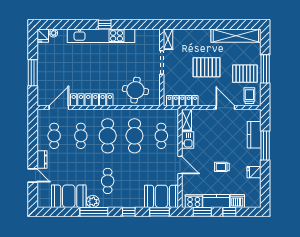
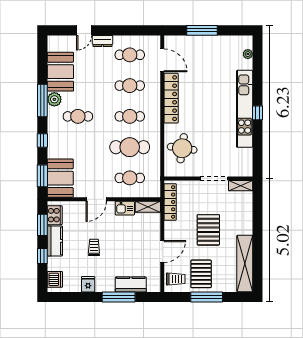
fridge: (43, 36) -> (245, 42), removed
cafe table: (108, 136) -> (130, 116), width x0.73, depth x0.74
dishwasher: (237, 201) -> (55, 279), moved

